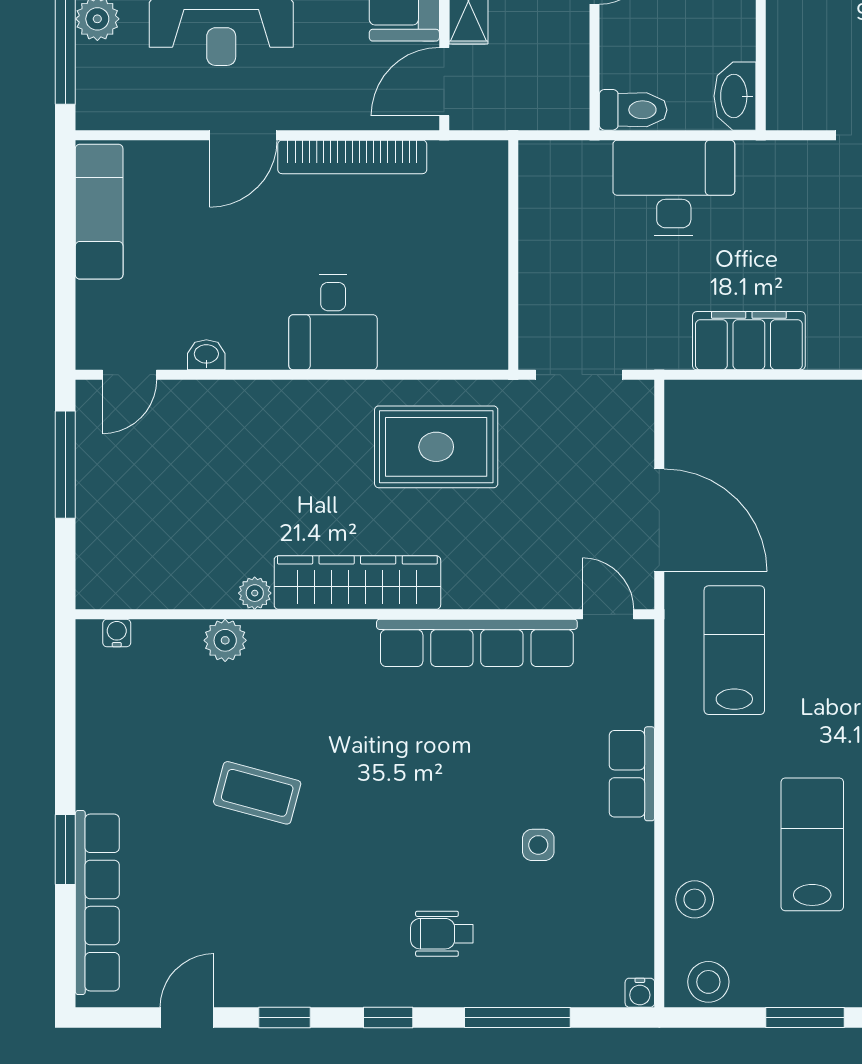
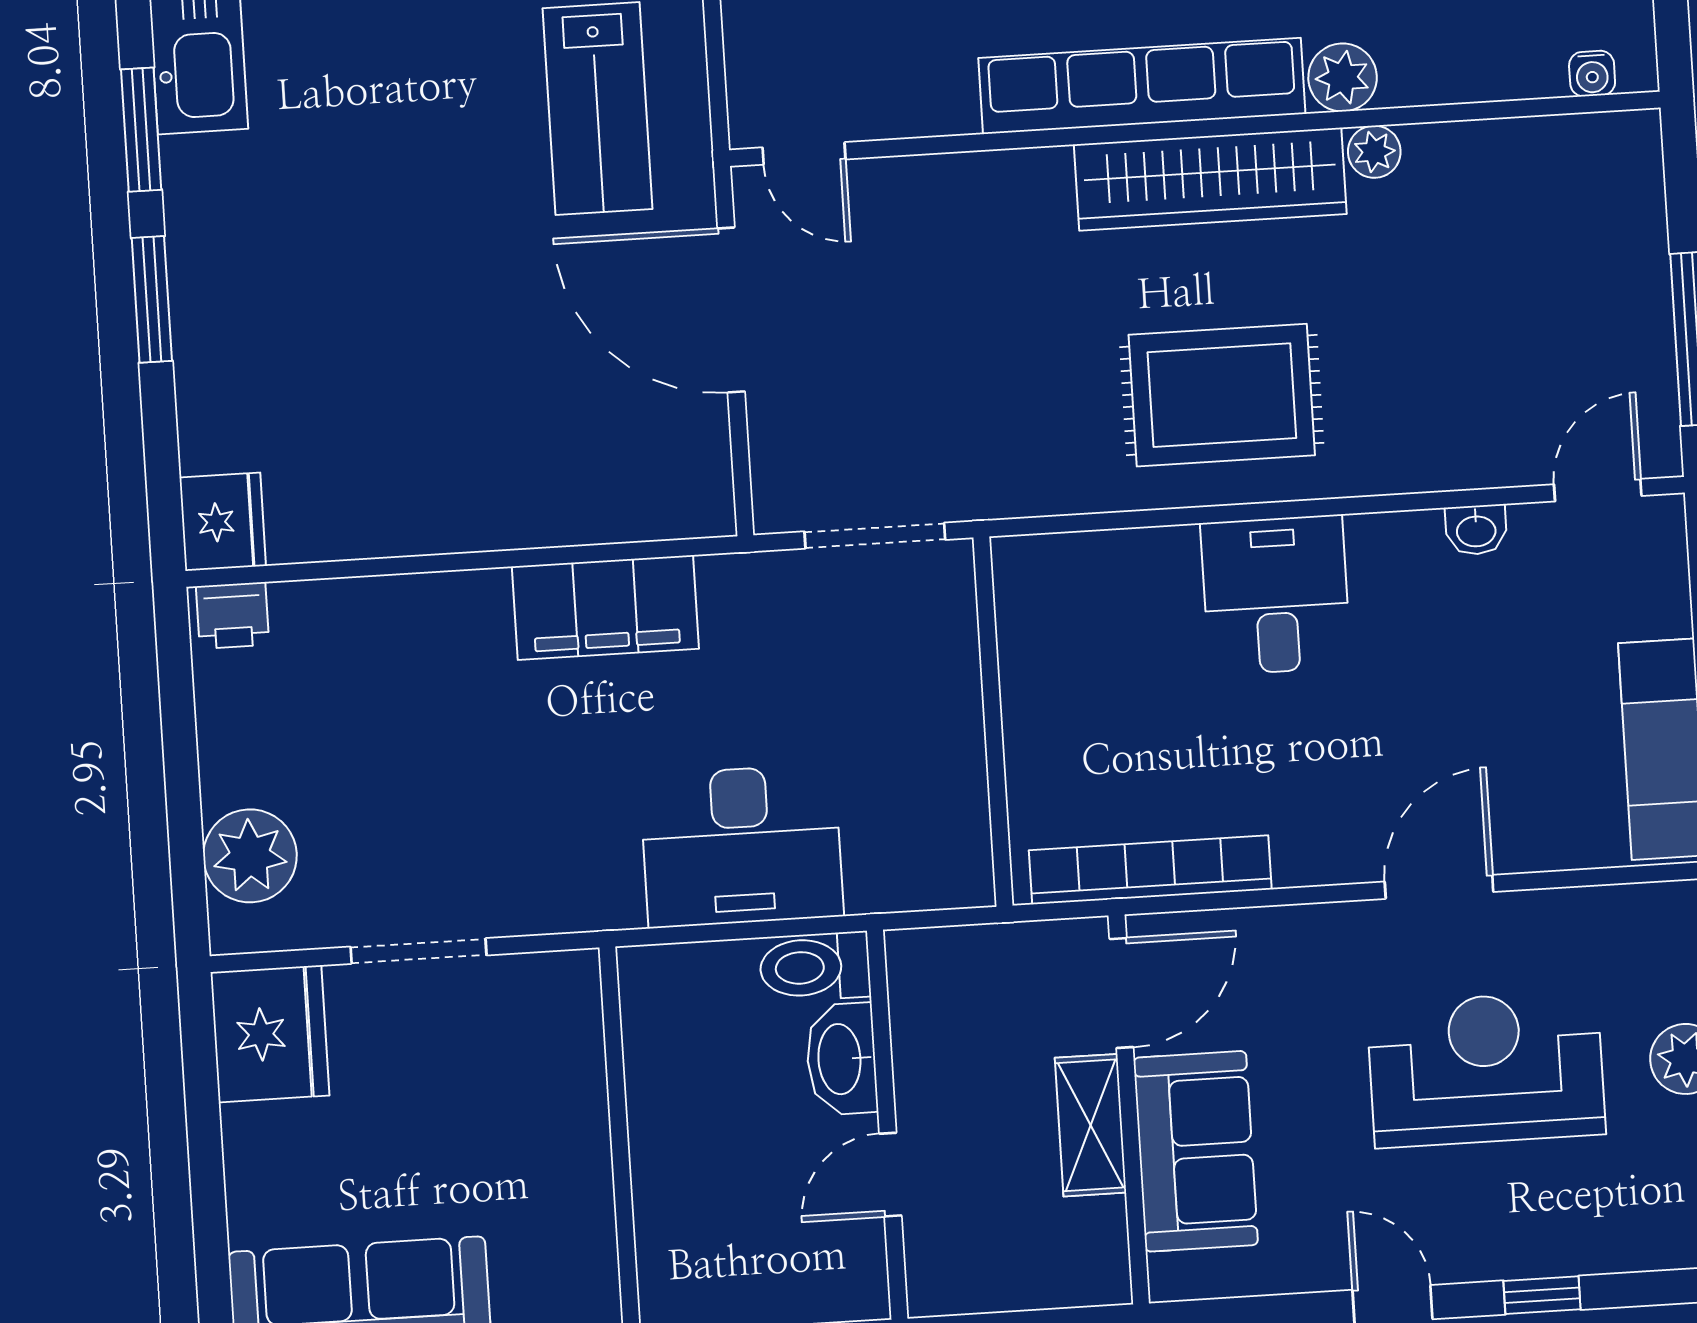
washbasin: (735, 96) -> (841, 1059), moved, turned 180
bookcase: (352, 157) -> (1150, 870), moved
rug: (436, 447) -> (1222, 395), moved
plant: (225, 640) -> (1343, 77), moved
row of seats: (477, 643) -> (1142, 86), moved

